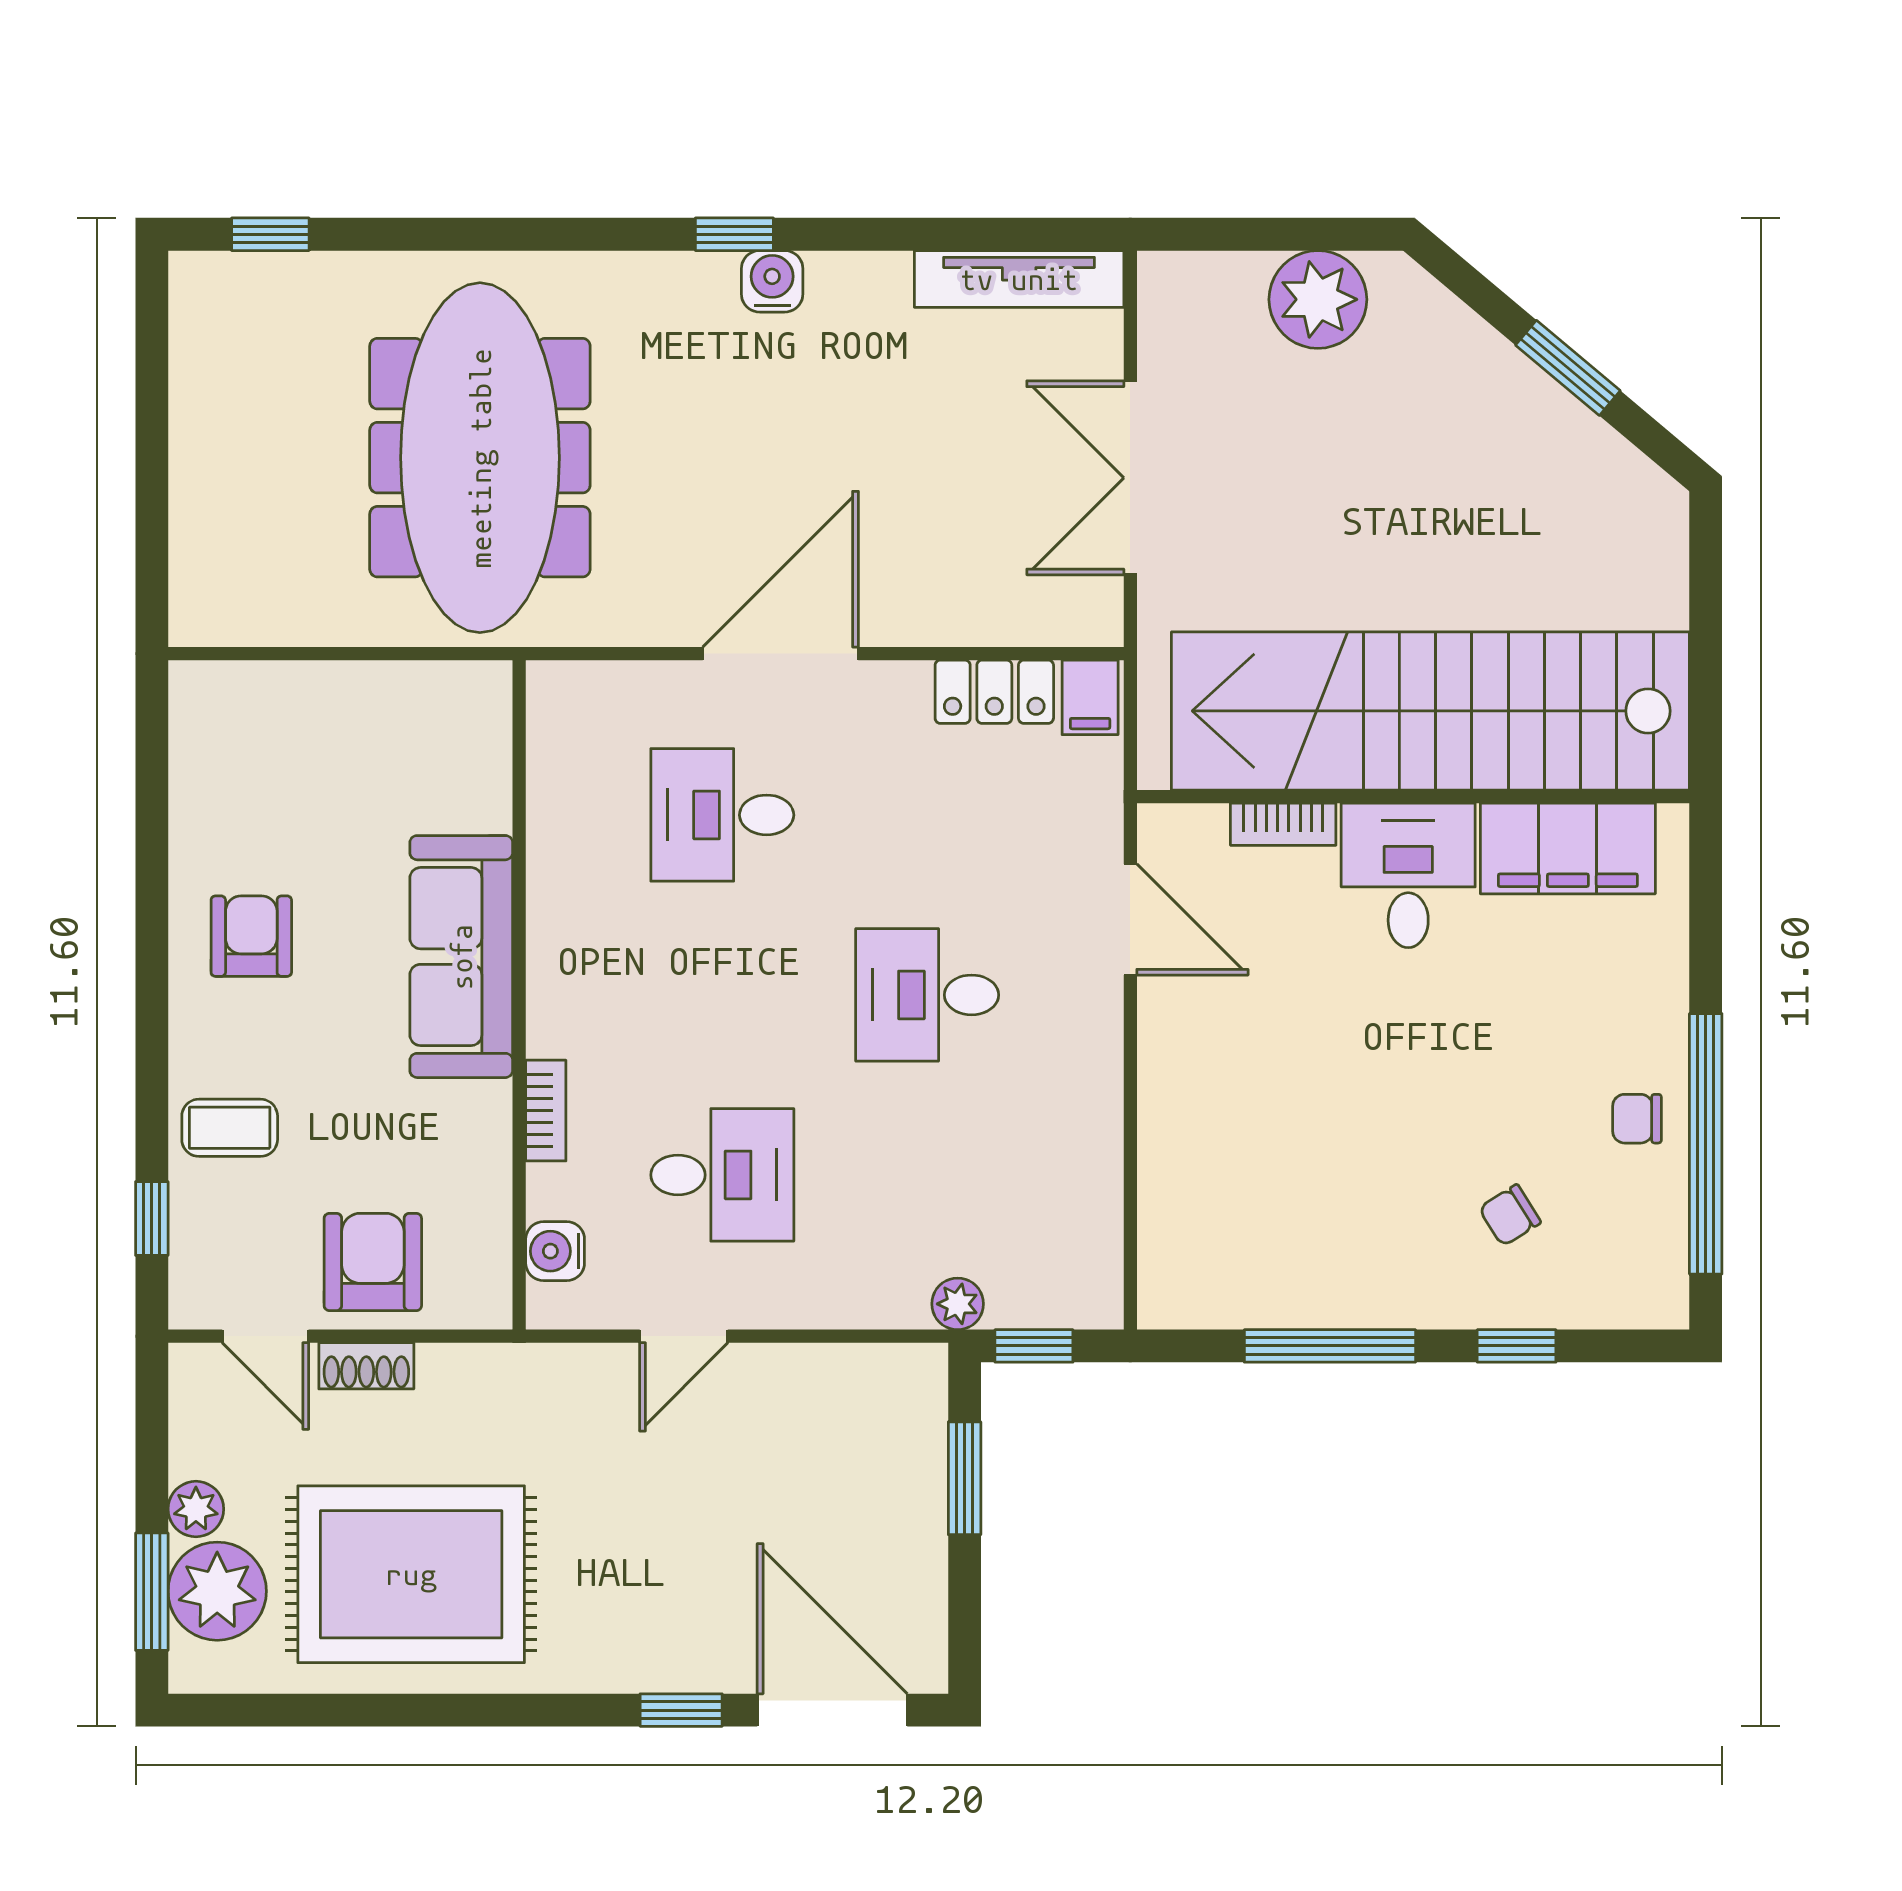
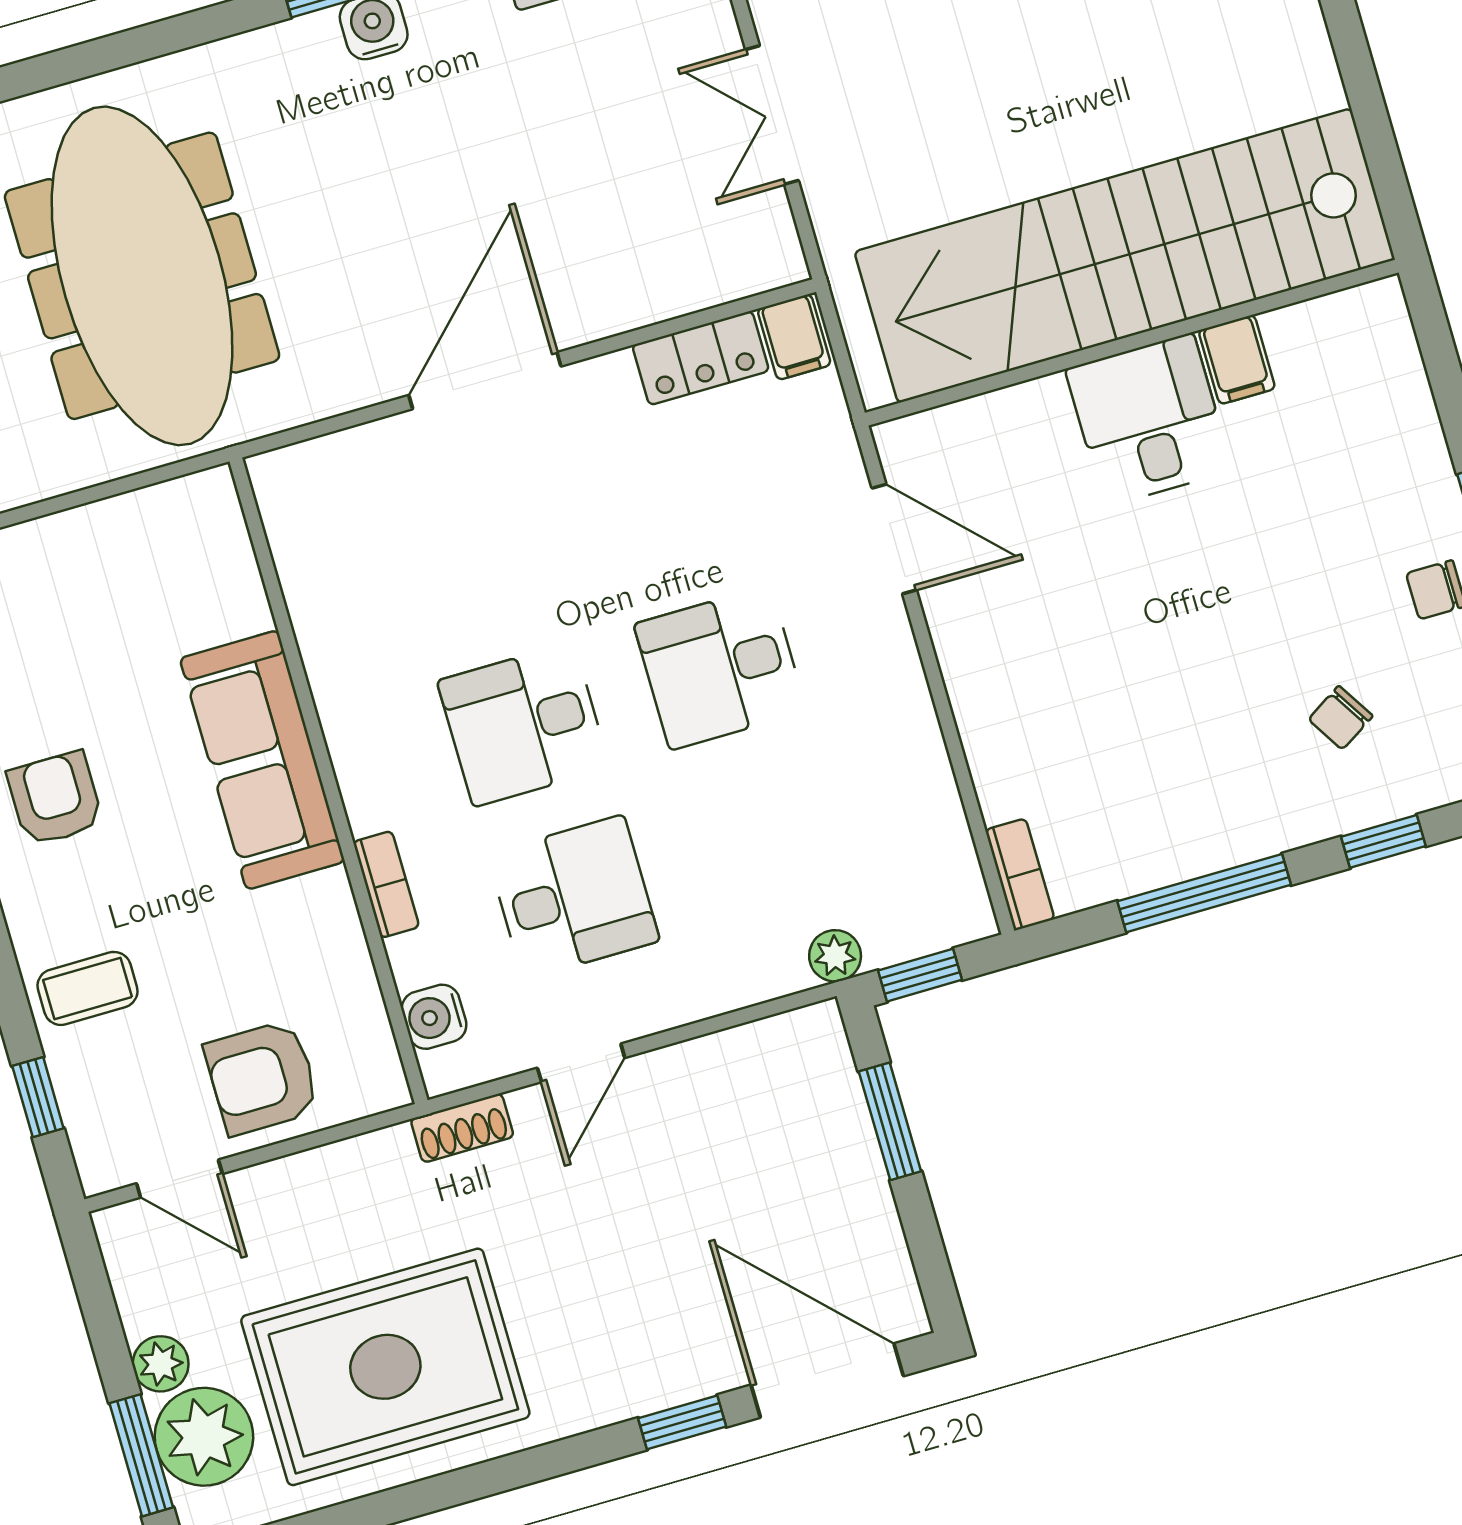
double door: (1130, 478) -> (772, 115), width x0.73
desk: (722, 815) -> (524, 724), moved
bookcase: (1283, 824) -> (1020, 875), moved, turned -90
filing cabinet: (1568, 848) -> (1237, 360), width x0.33, depth x0.86
armchair: (373, 1262) -> (262, 1078), turned -90
shoe rack: (366, 1366) -> (462, 1128), moved

